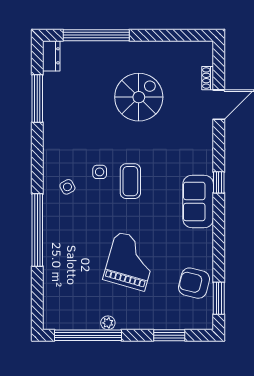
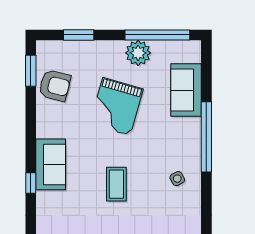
side table: (100, 172) -> (146, 193), removed
sofa: (58, 278) -> (186, 90), added
plant: (108, 323) -> (138, 53), width x1.88, depth x1.88

